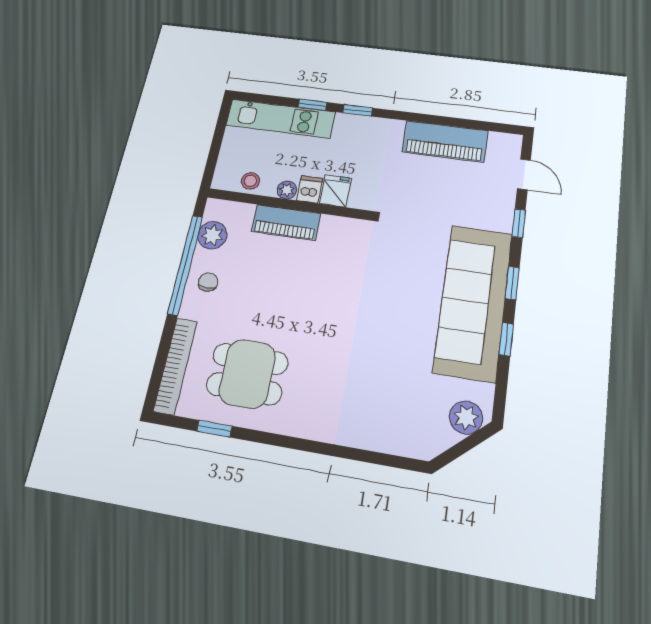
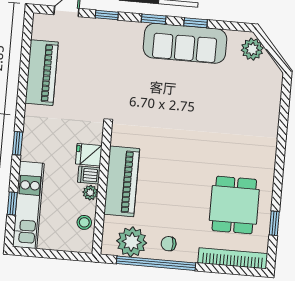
window: (312, 105) -> (12, 203), moved
piano: (286, 223) -> (122, 181), width x1.37, depth x1.33
plant: (212, 235) -> (132, 242), width x1.36, depth x1.36
sofa: (473, 302) -> (185, 43), width x0.74, depth x0.79

